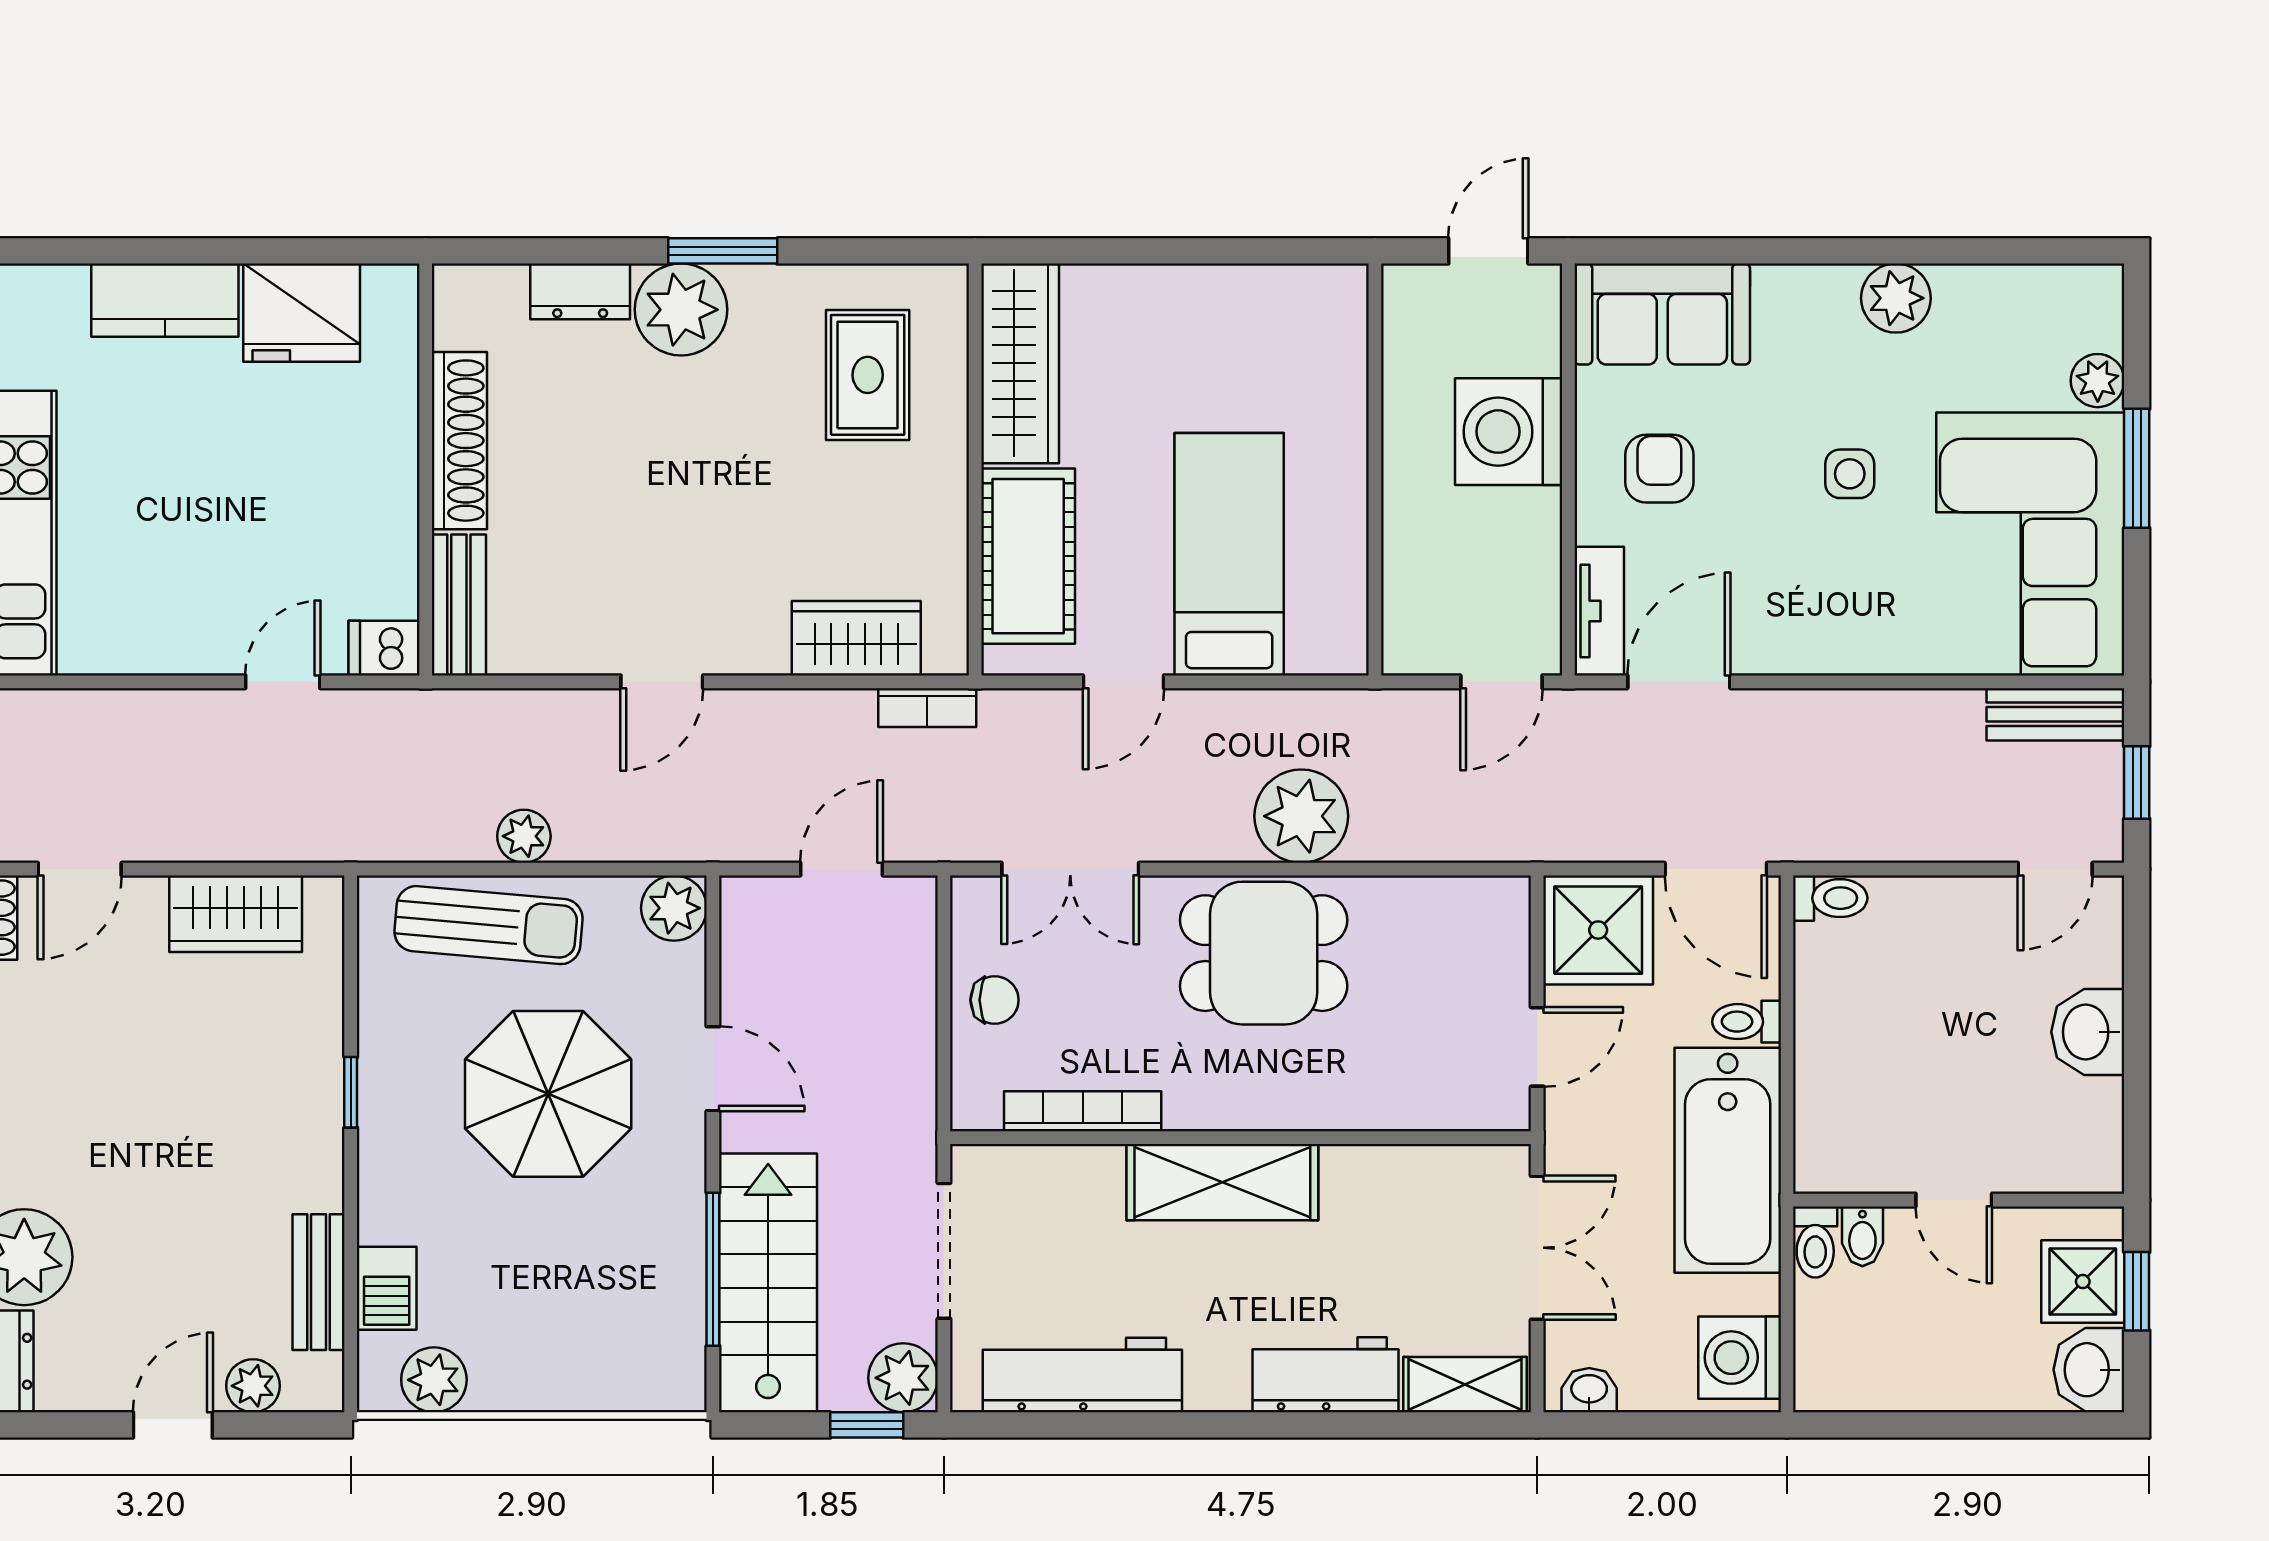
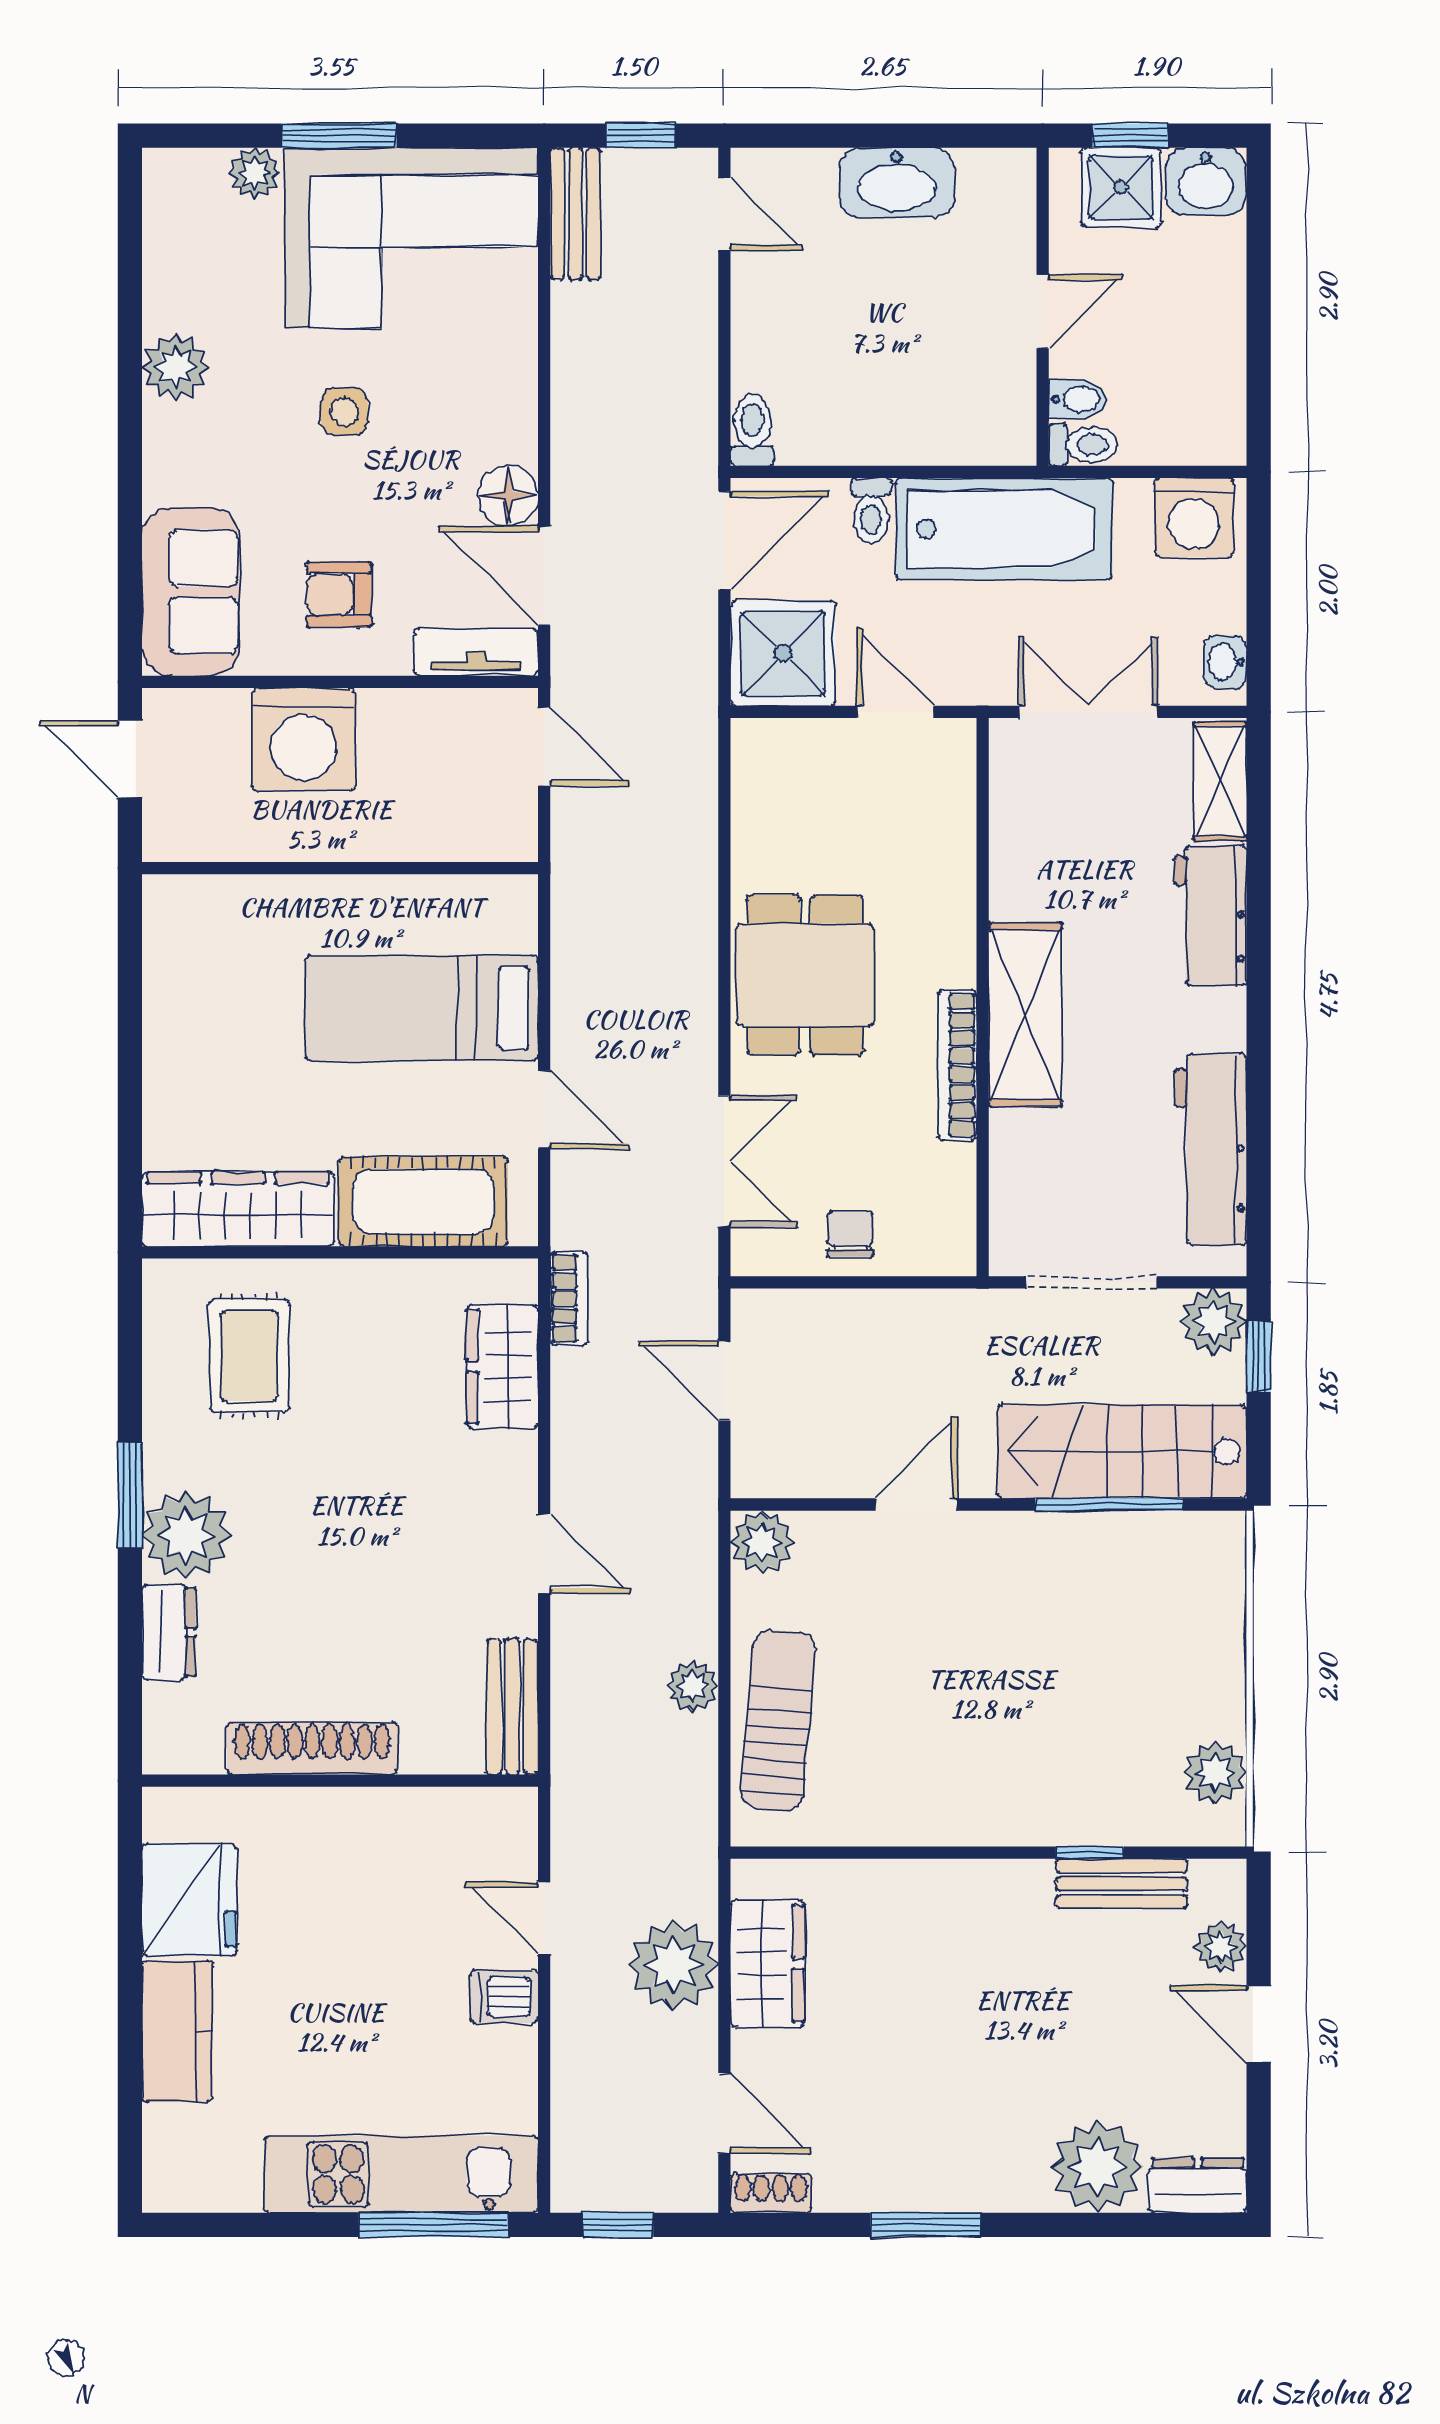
rug: (868, 375) -> (249, 1356), turned 90
bench: (459, 605) -> (512, 1707), moved, turned 90
floor lamp: (1762, 644) -> (508, 496), added
dishwasher: (384, 648) -> (504, 1996), moved, turned 90
plant: (1301, 816) -> (673, 1965), moved
washbasin: (2088, 1032) -> (897, 183), width x1.38
window: (351, 1092) -> (1090, 1853), moved
parasol: (548, 1094) -> (940, 1663), removed
bookcase: (1083, 1111) -> (957, 1065), moved
barbecue: (387, 1288) -> (1127, 1818), removed

